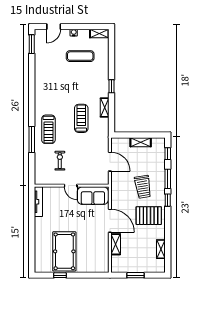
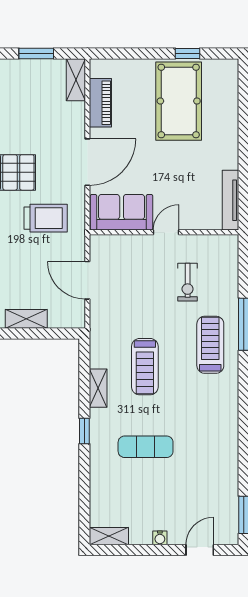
exercise mat: (80, 56) -> (146, 447), moved
door: (71, 186) -> (166, 232), hinge flipped
trolley: (143, 187) -> (46, 218), moved, turned 99
door: (110, 221) -> (87, 162), swing flipped
shelving: (116, 244) -> (76, 80), moved
piano: (103, 251) -> (100, 103), added

